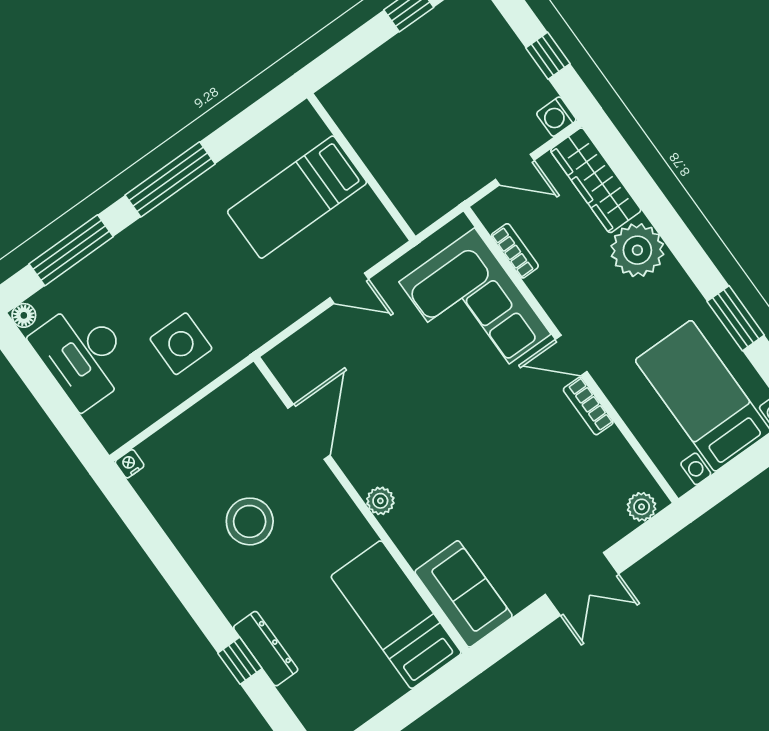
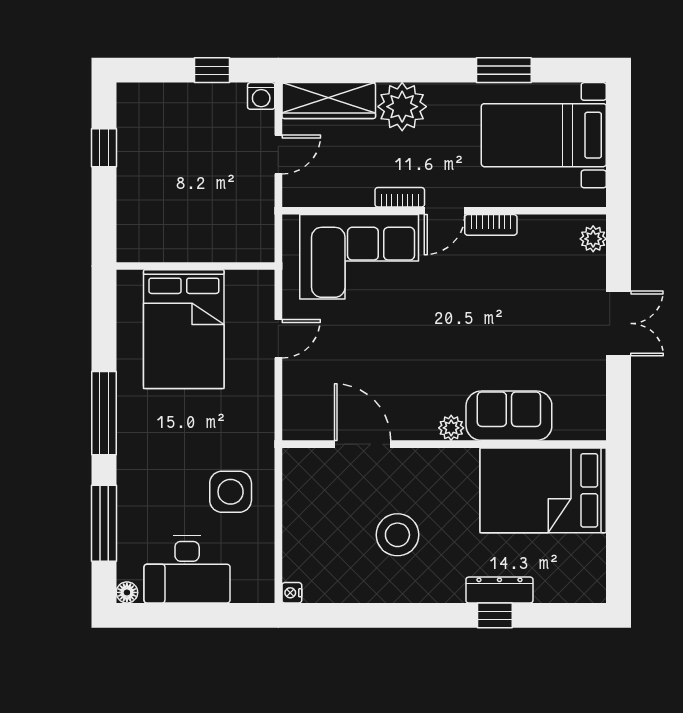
bed: (297, 197) -> (184, 329), width x1.50
bookcase: (515, 251) -> (400, 197), moved
sofa: (464, 594) -> (509, 416), moved
bed: (396, 615) -> (543, 490), width x1.50

